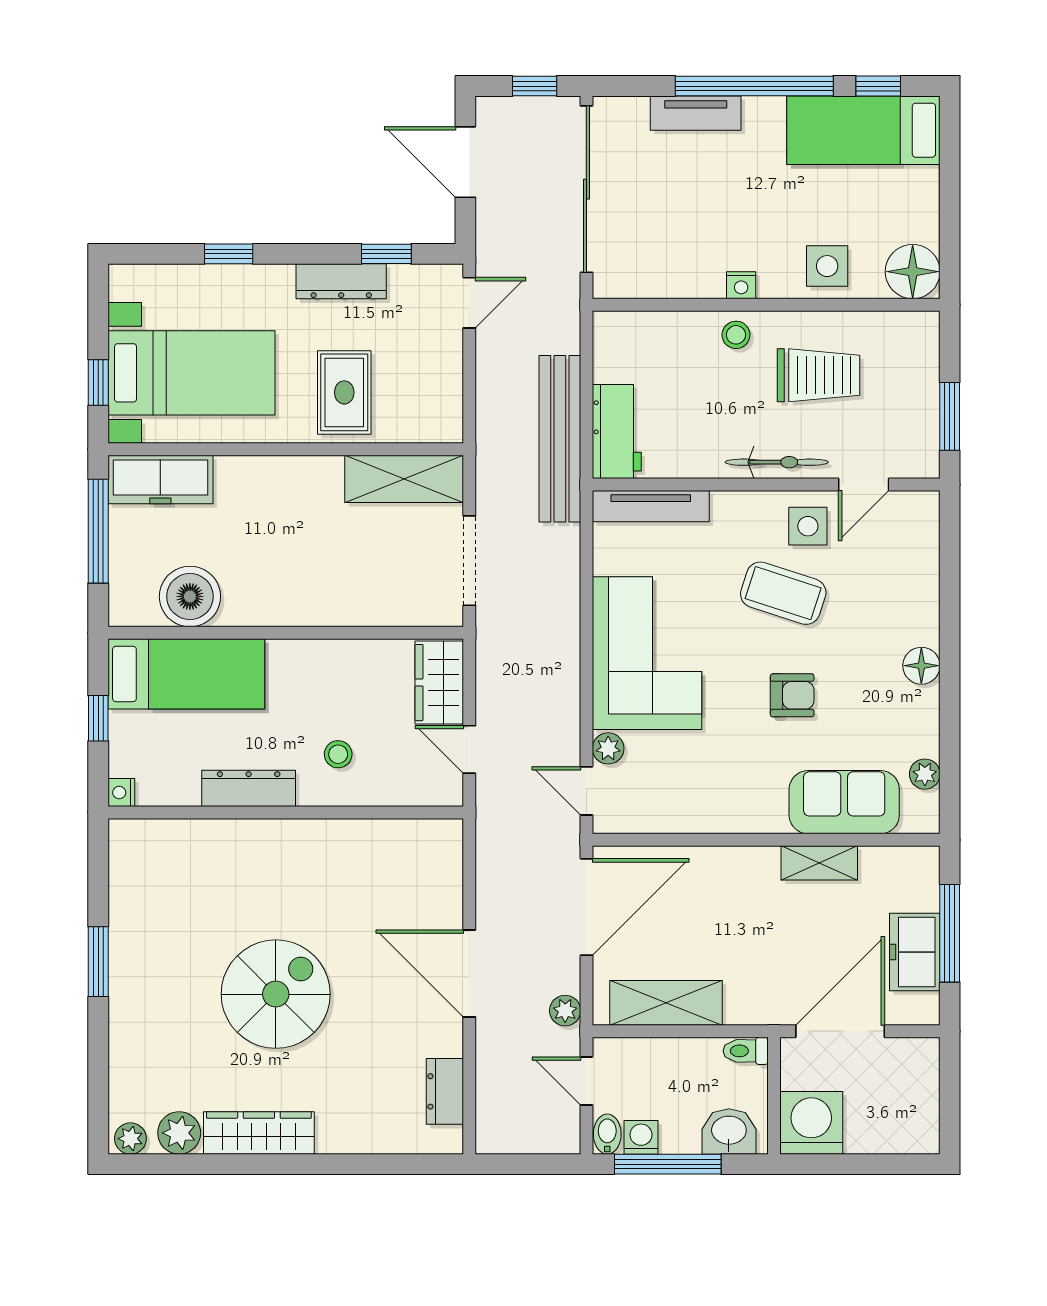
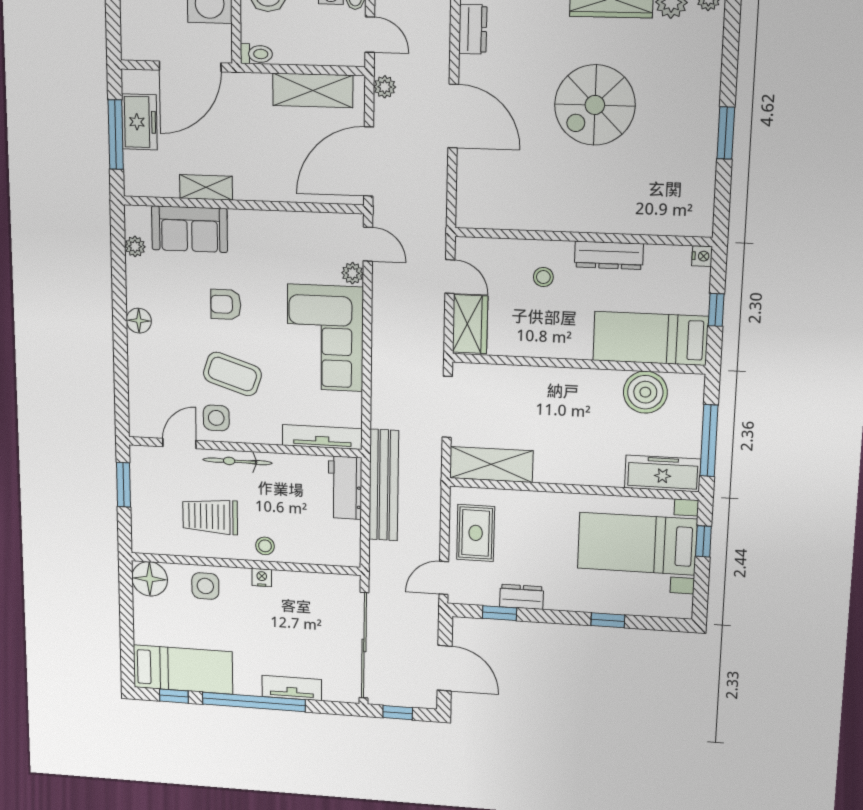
dresser: (341, 281) -> (522, 597), width x0.70
rug: (344, 392) -> (476, 533), moved

